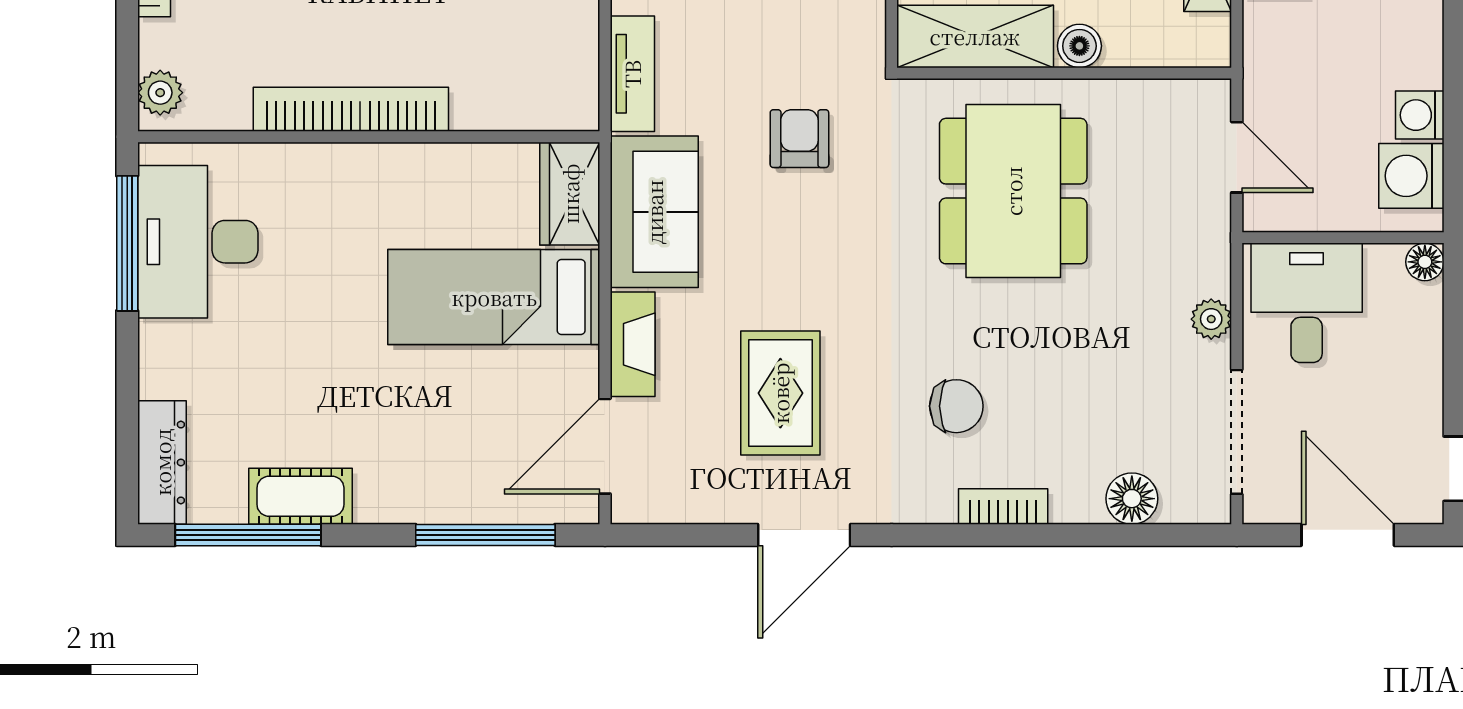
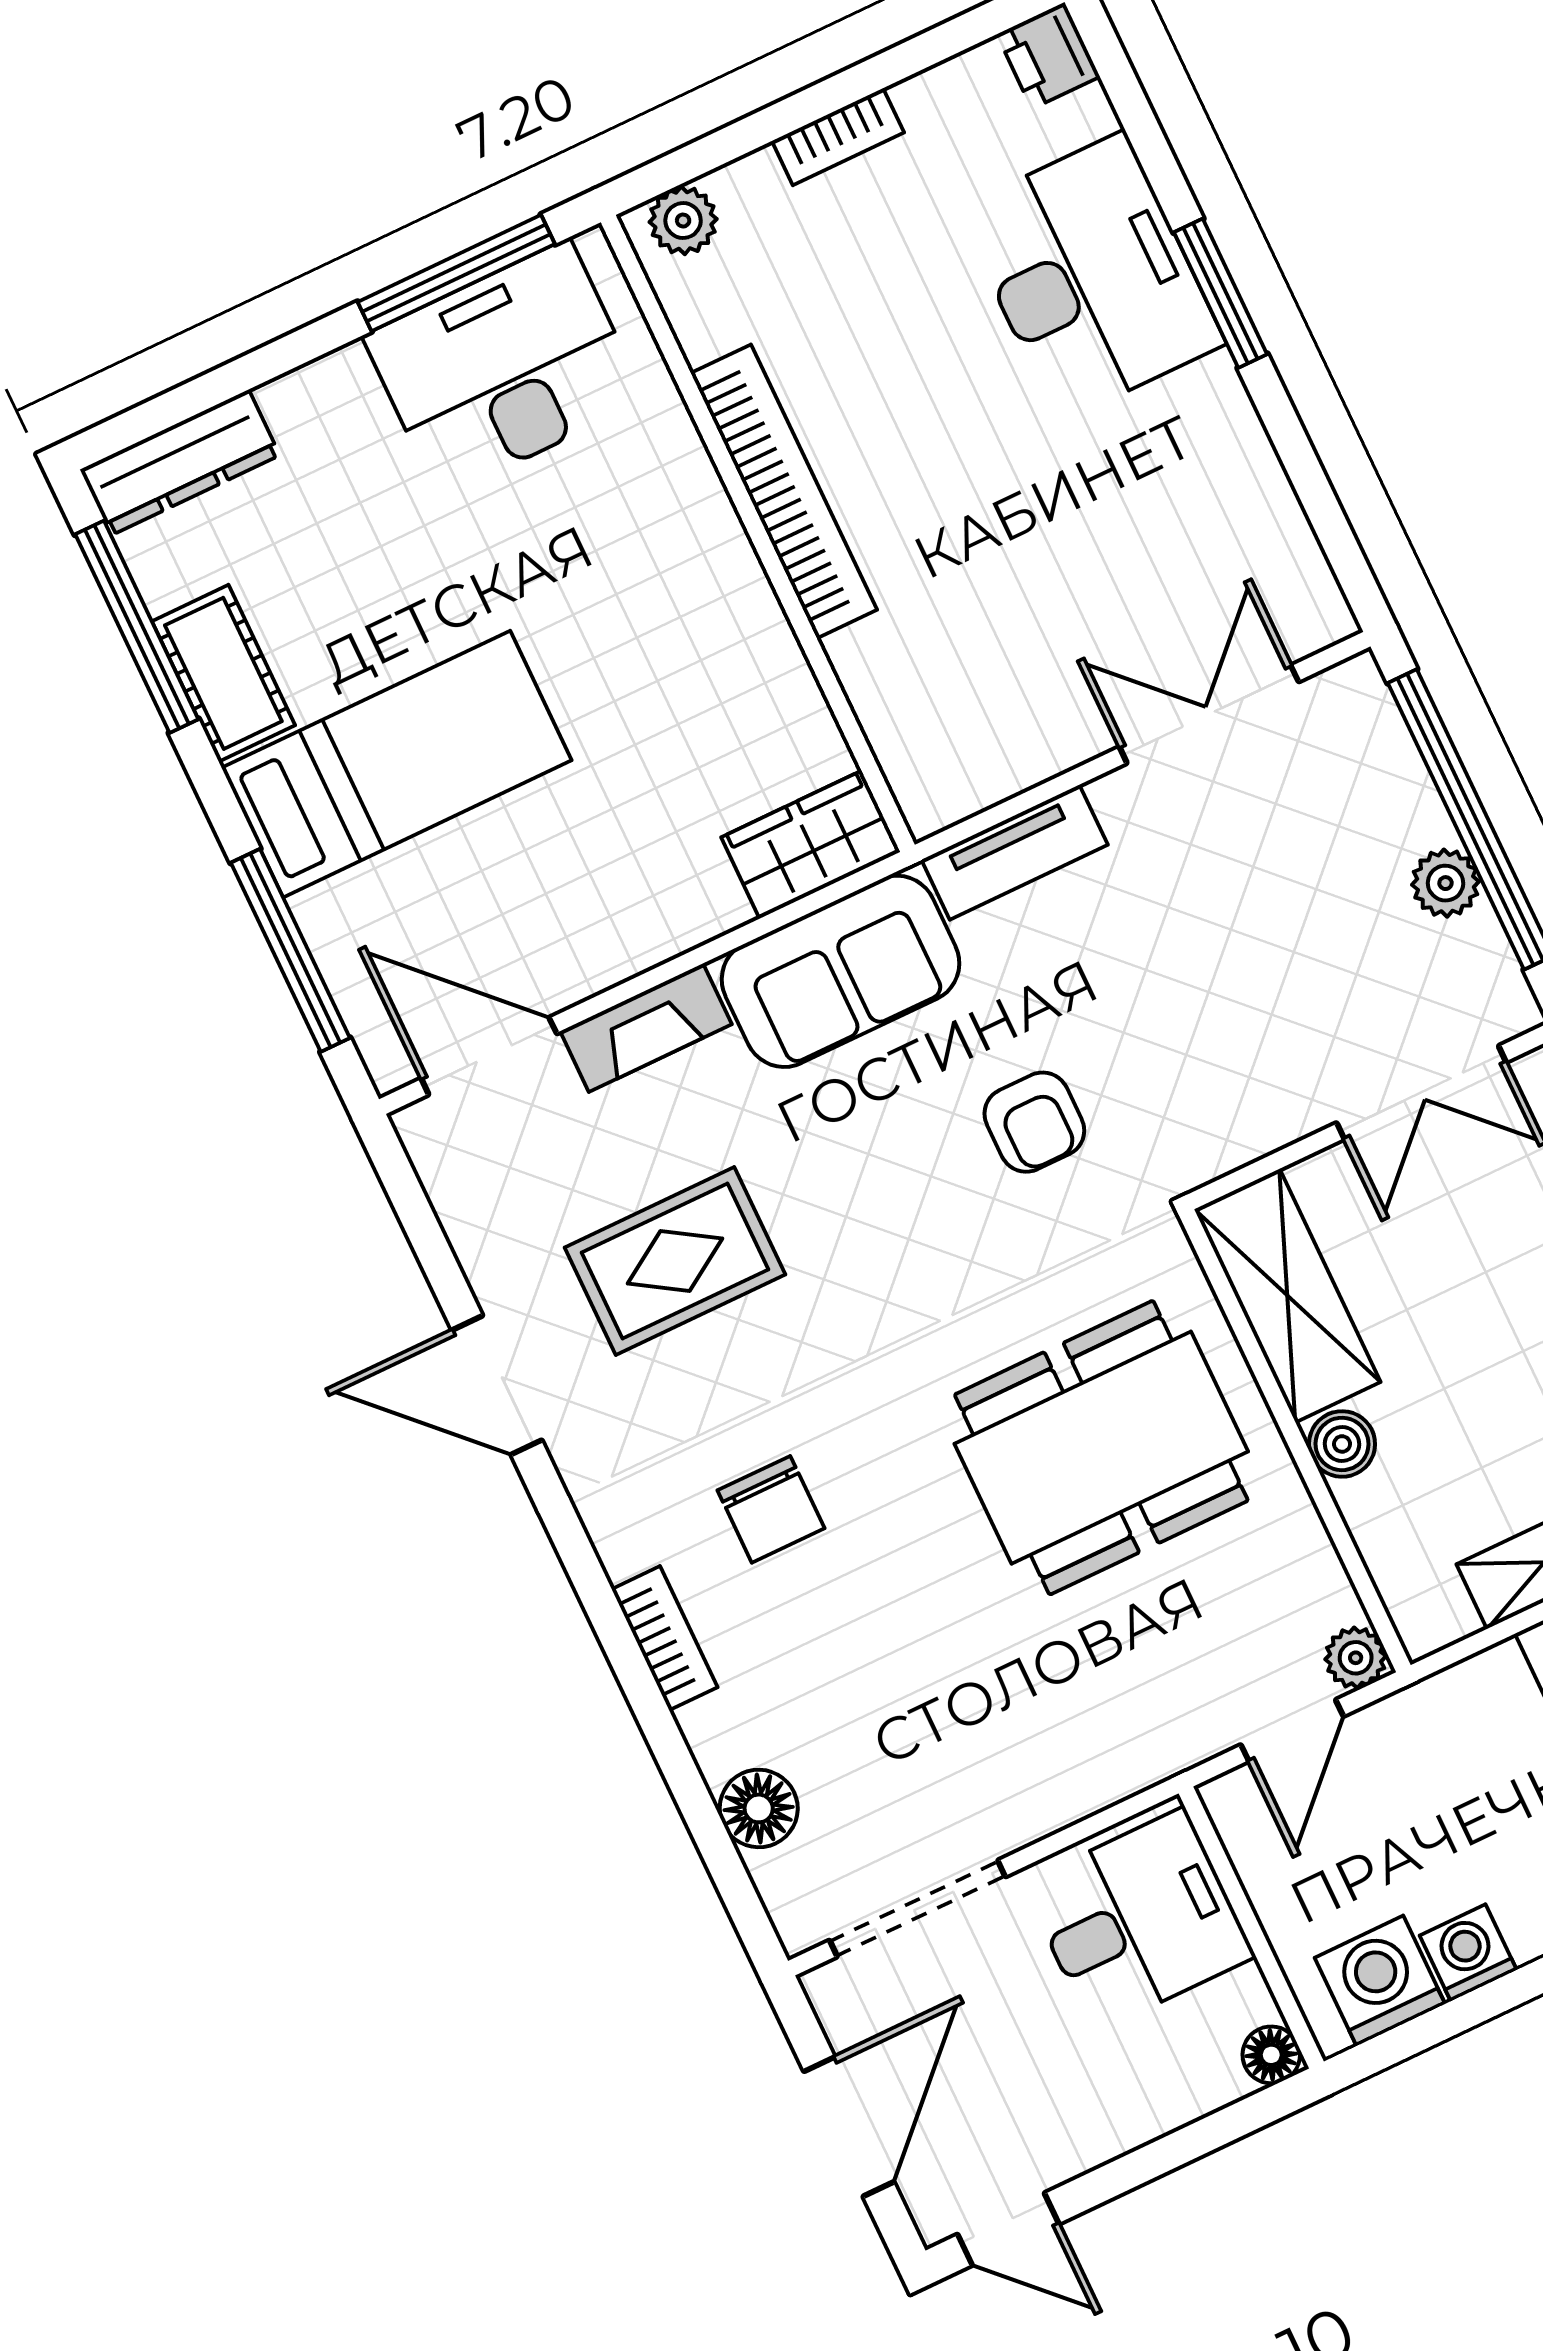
armchair: (799, 139) -> (1034, 1122), turned 90
bed: (494, 297) -> (397, 764), moved, turned 90
plant: (1211, 319) -> (1356, 1658), moved

